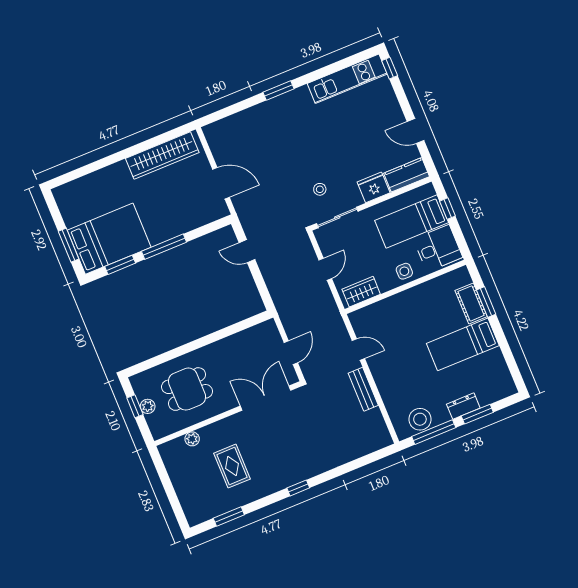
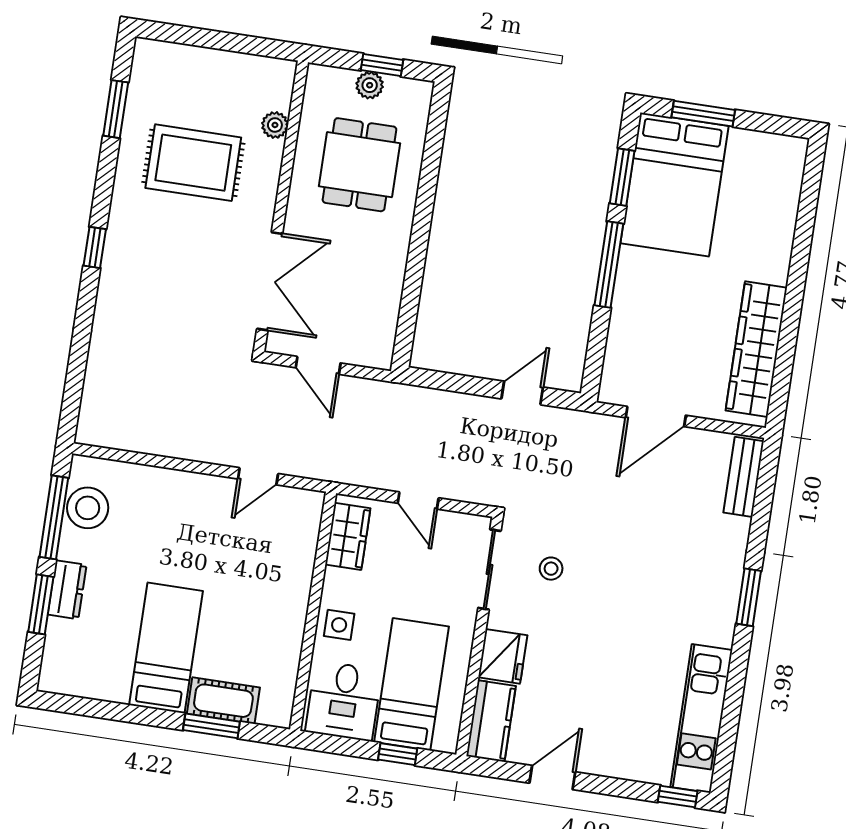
bench: (363, 389) -> (744, 477), moved, turned 90
rug: (232, 466) -> (193, 163), width x1.36, depth x1.43

